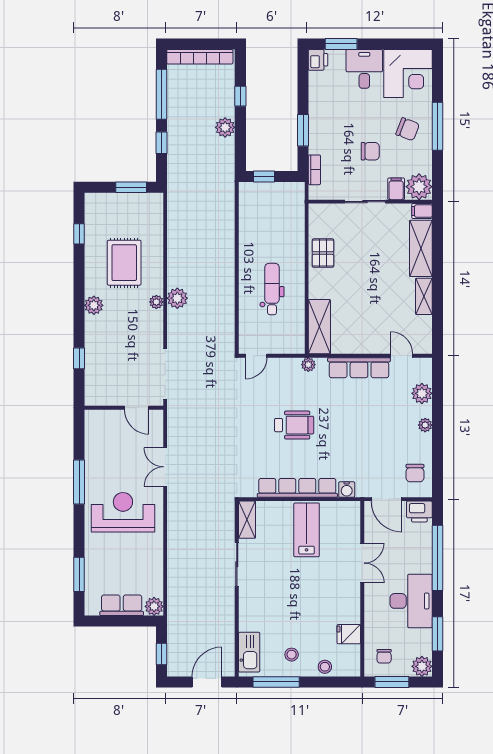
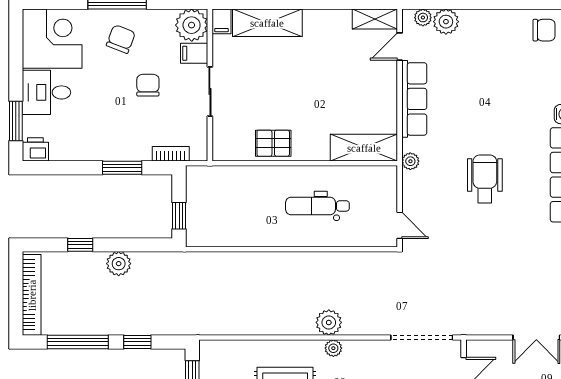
shelving: (424, 296) -> (375, 19), moved
plant: (425, 425) -> (423, 18), moved

